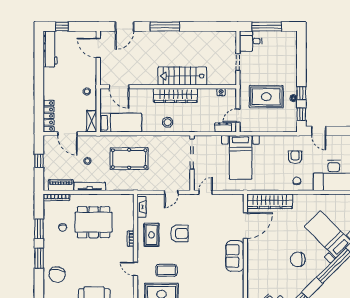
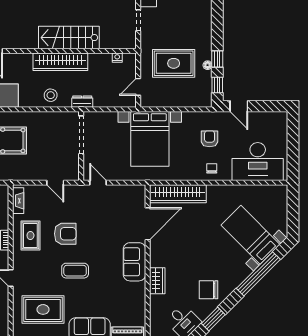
dresser: (223, 127) -> (82, 102), moved
bed with nightstands: (240, 157) -> (150, 139), width x1.36
door: (171, 192) -> (55, 183), hinge flipped
door: (206, 192) -> (98, 183), hinge flipped
chair: (298, 259) -> (209, 290), moved
coffee table: (166, 270) -> (75, 271), moved
wardrobe: (253, 271) -> (157, 281), added

